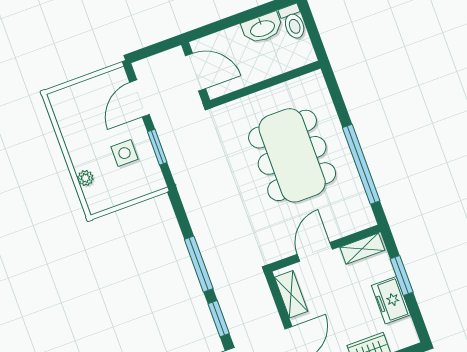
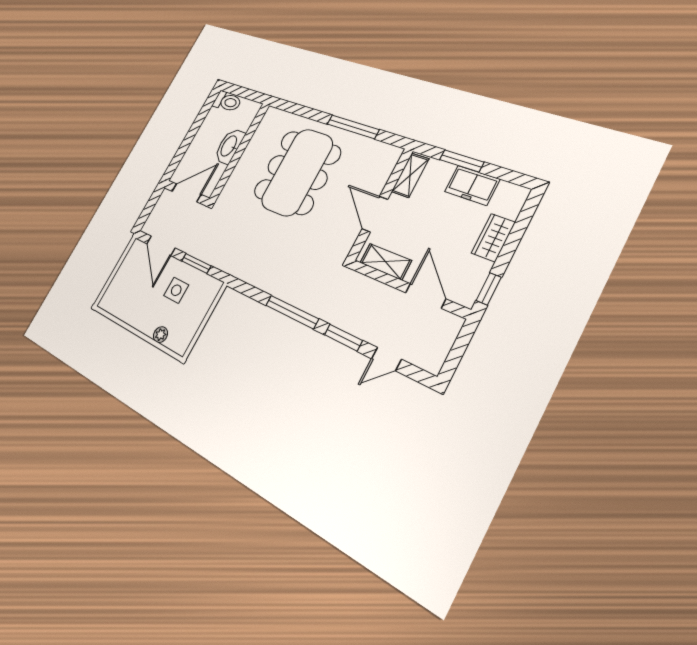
washbasin: (262, 28) -> (229, 146), moved, turned 180
dining table: (292, 155) -> (297, 172), turned 90
window: (361, 164) -> (353, 127), width x0.68

